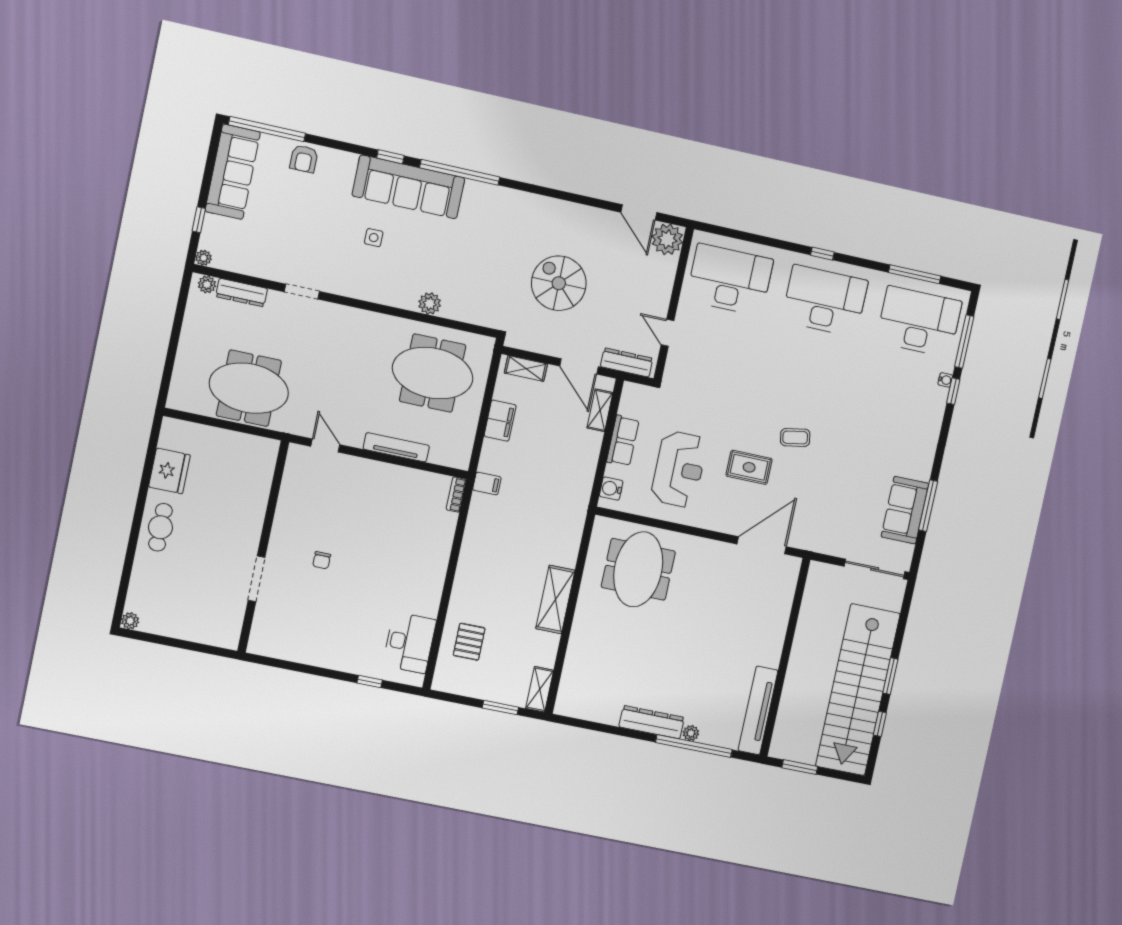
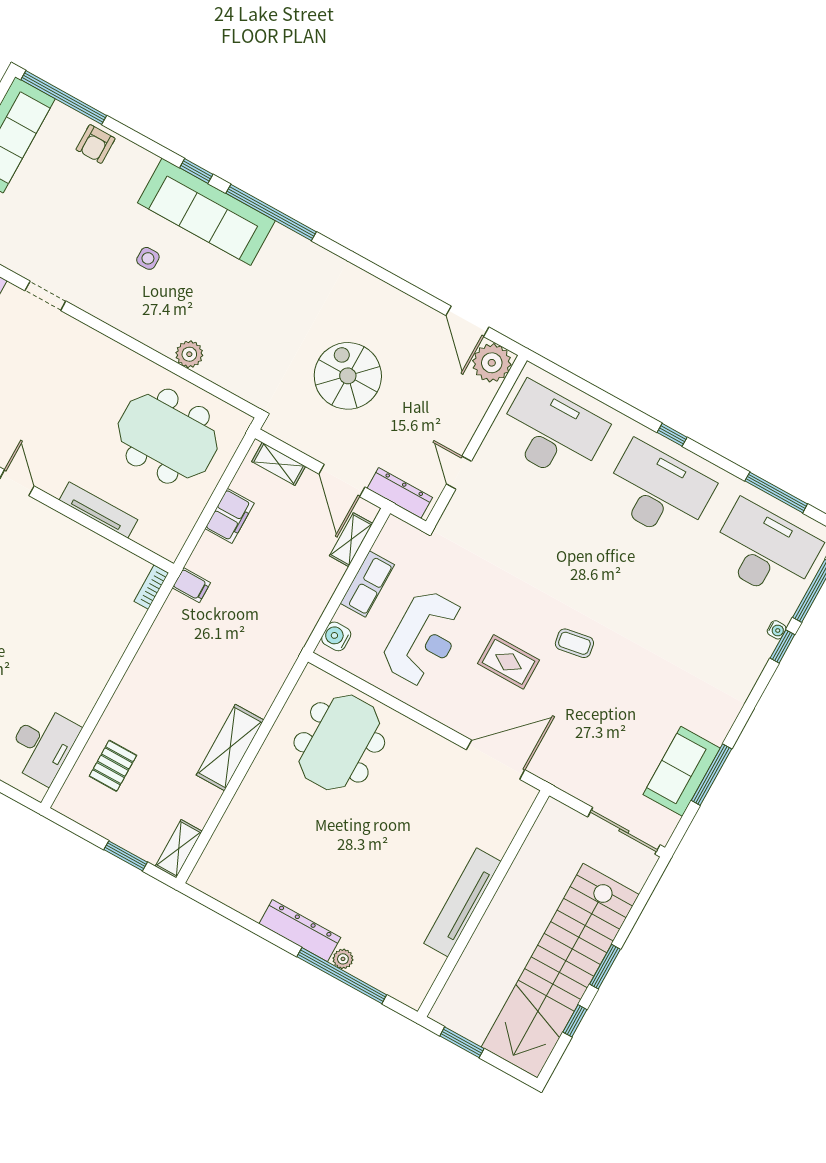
tv unit: (758, 710) -> (462, 902), moved

